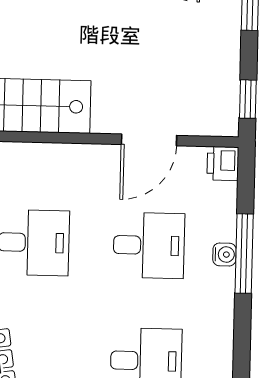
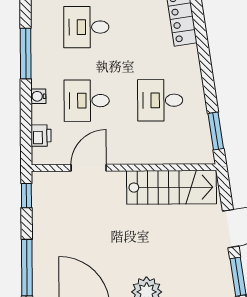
printer: (223, 163) -> (41, 136), moved
window: (244, 254) -> (26, 54), moved

